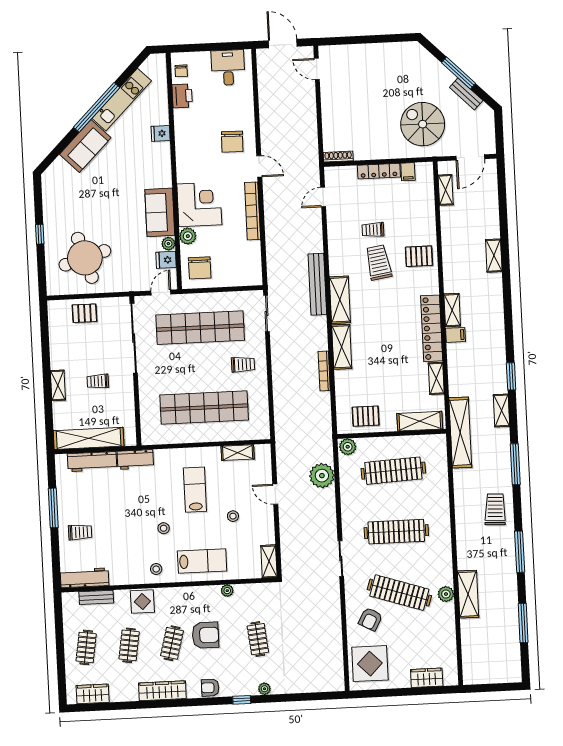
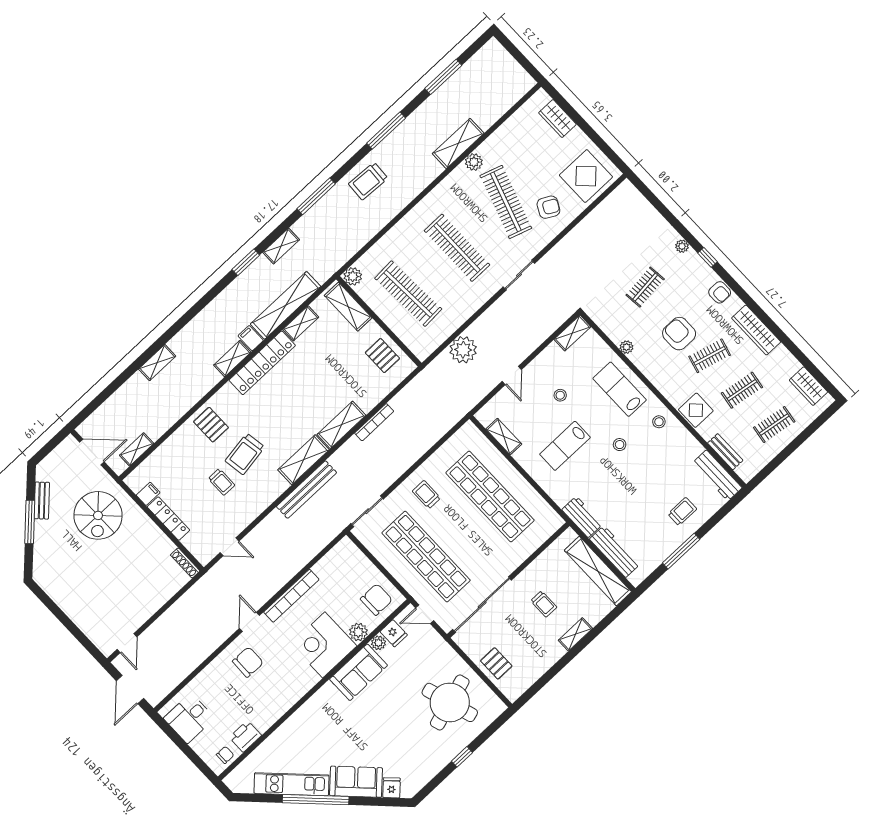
fridge: (161, 133) -> (392, 788), moved, turned -135
shelving: (460, 433) -> (286, 305), moved
plant: (348, 447) -> (353, 276), moved
trolley: (80, 532) -> (682, 511), turned 90

